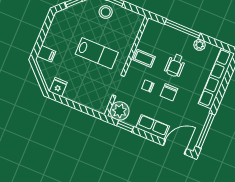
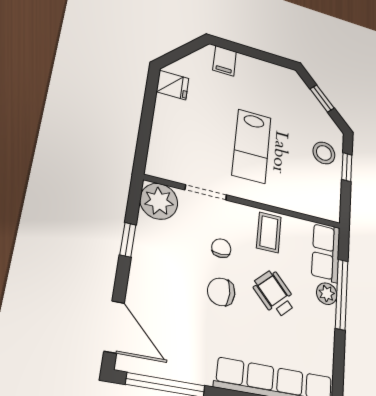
plant: (200, 45) -> (327, 294), moved
wheelchair: (175, 65) -> (274, 294), turned 47
window: (125, 126) -> (128, 240), moved
row of seats: (153, 127) -> (326, 252), moved, turned 180

